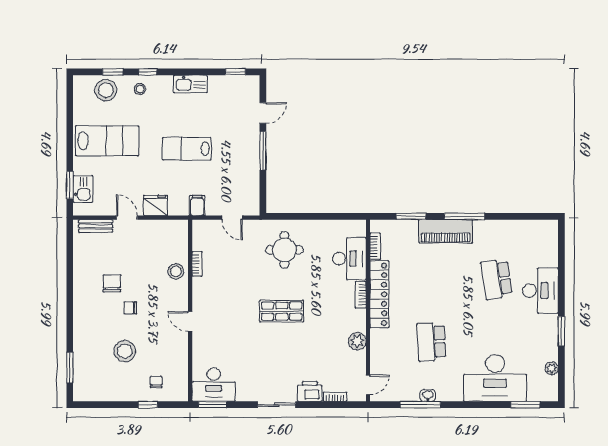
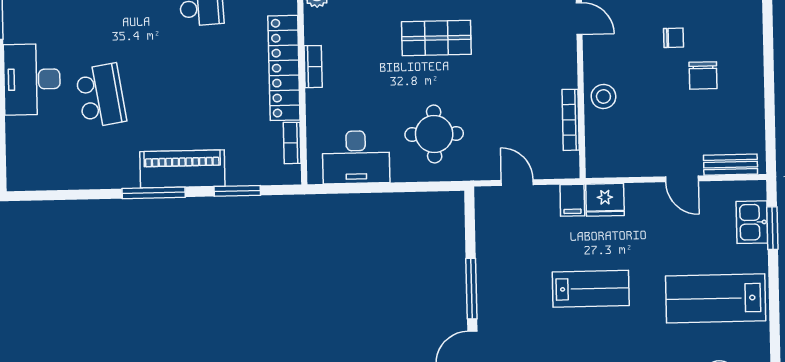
fridge: (156, 205) -> (605, 200), moved
desk: (349, 259) -> (356, 157), moved, turned -90
bookcase: (197, 264) -> (571, 120), width x1.56

